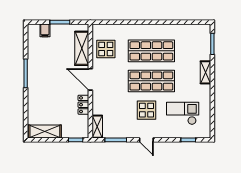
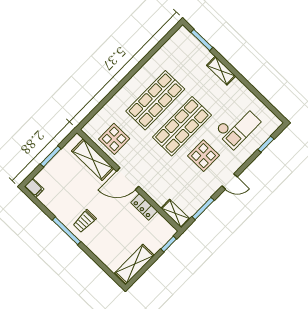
filing cabinet: (45, 30) -> (34, 188), moved
trolley: (41, 78) -> (84, 221), added
checkout: (183, 113) -> (238, 126), turned 180

